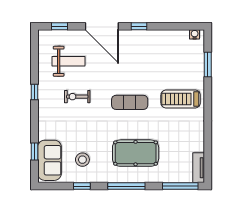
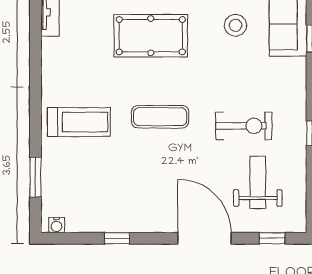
window: (139, 26) -> (117, 238), moved
weight bench: (69, 61) -> (258, 182), turned 90
exercise bike: (77, 97) -> (244, 126), width x1.38, depth x1.39

